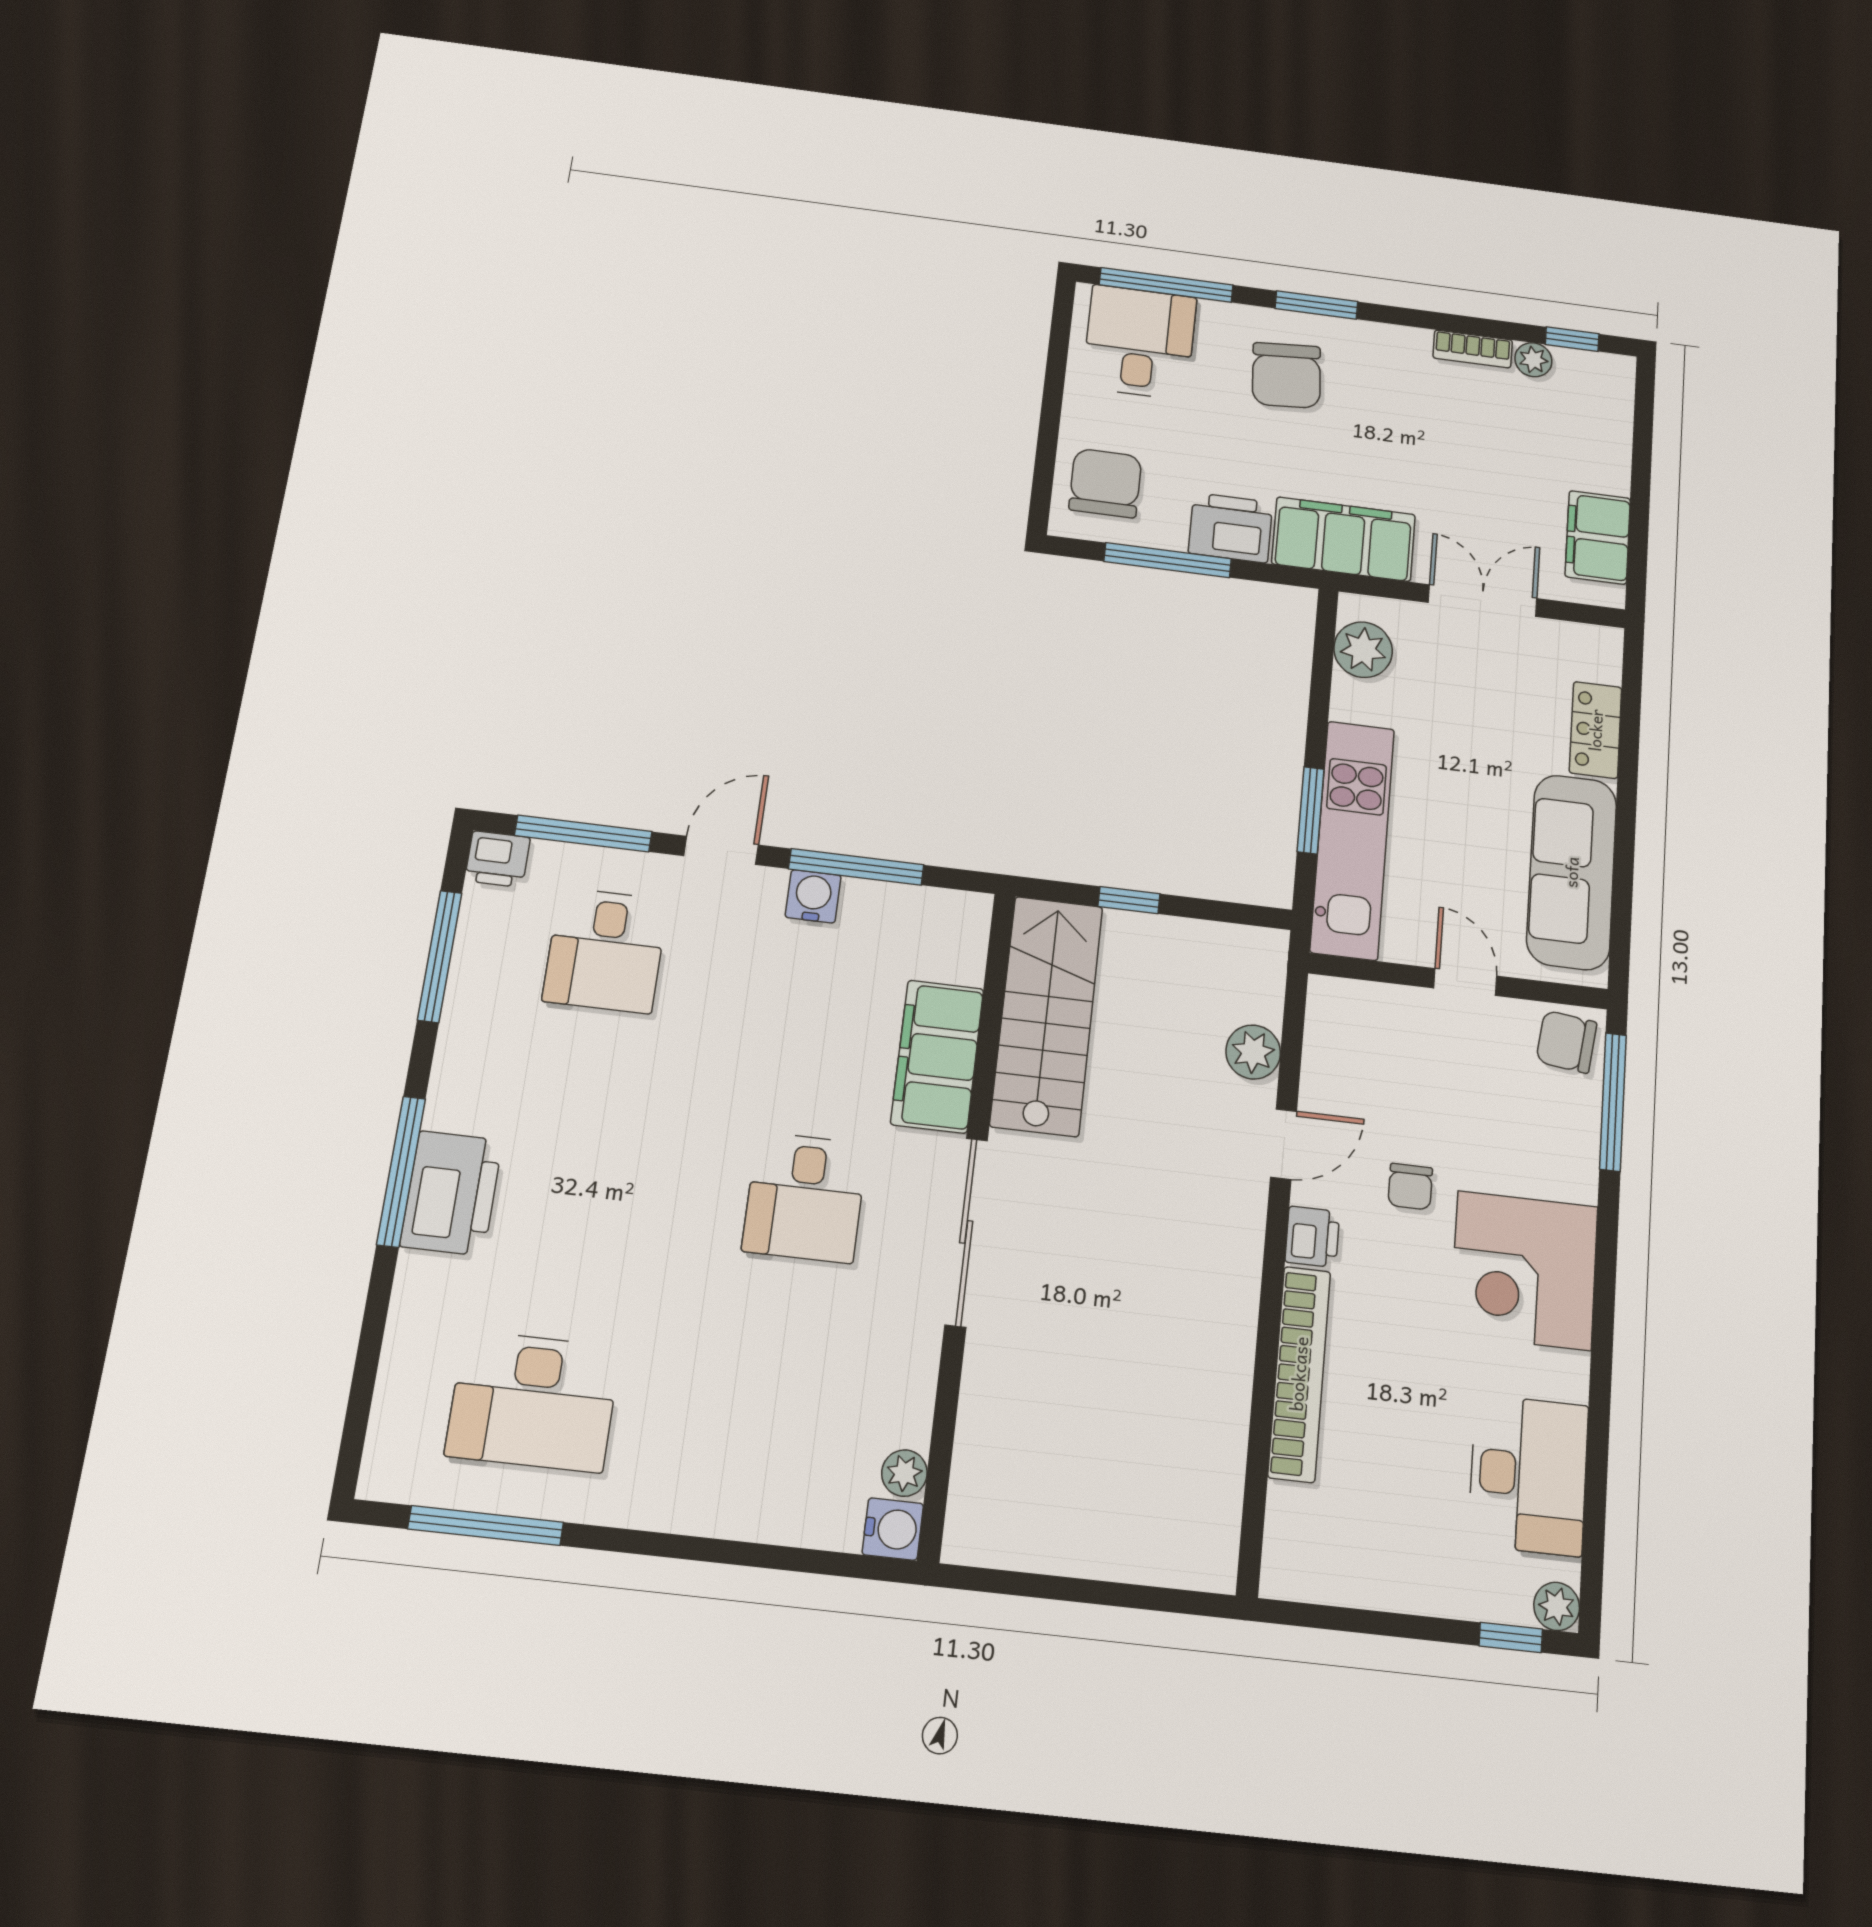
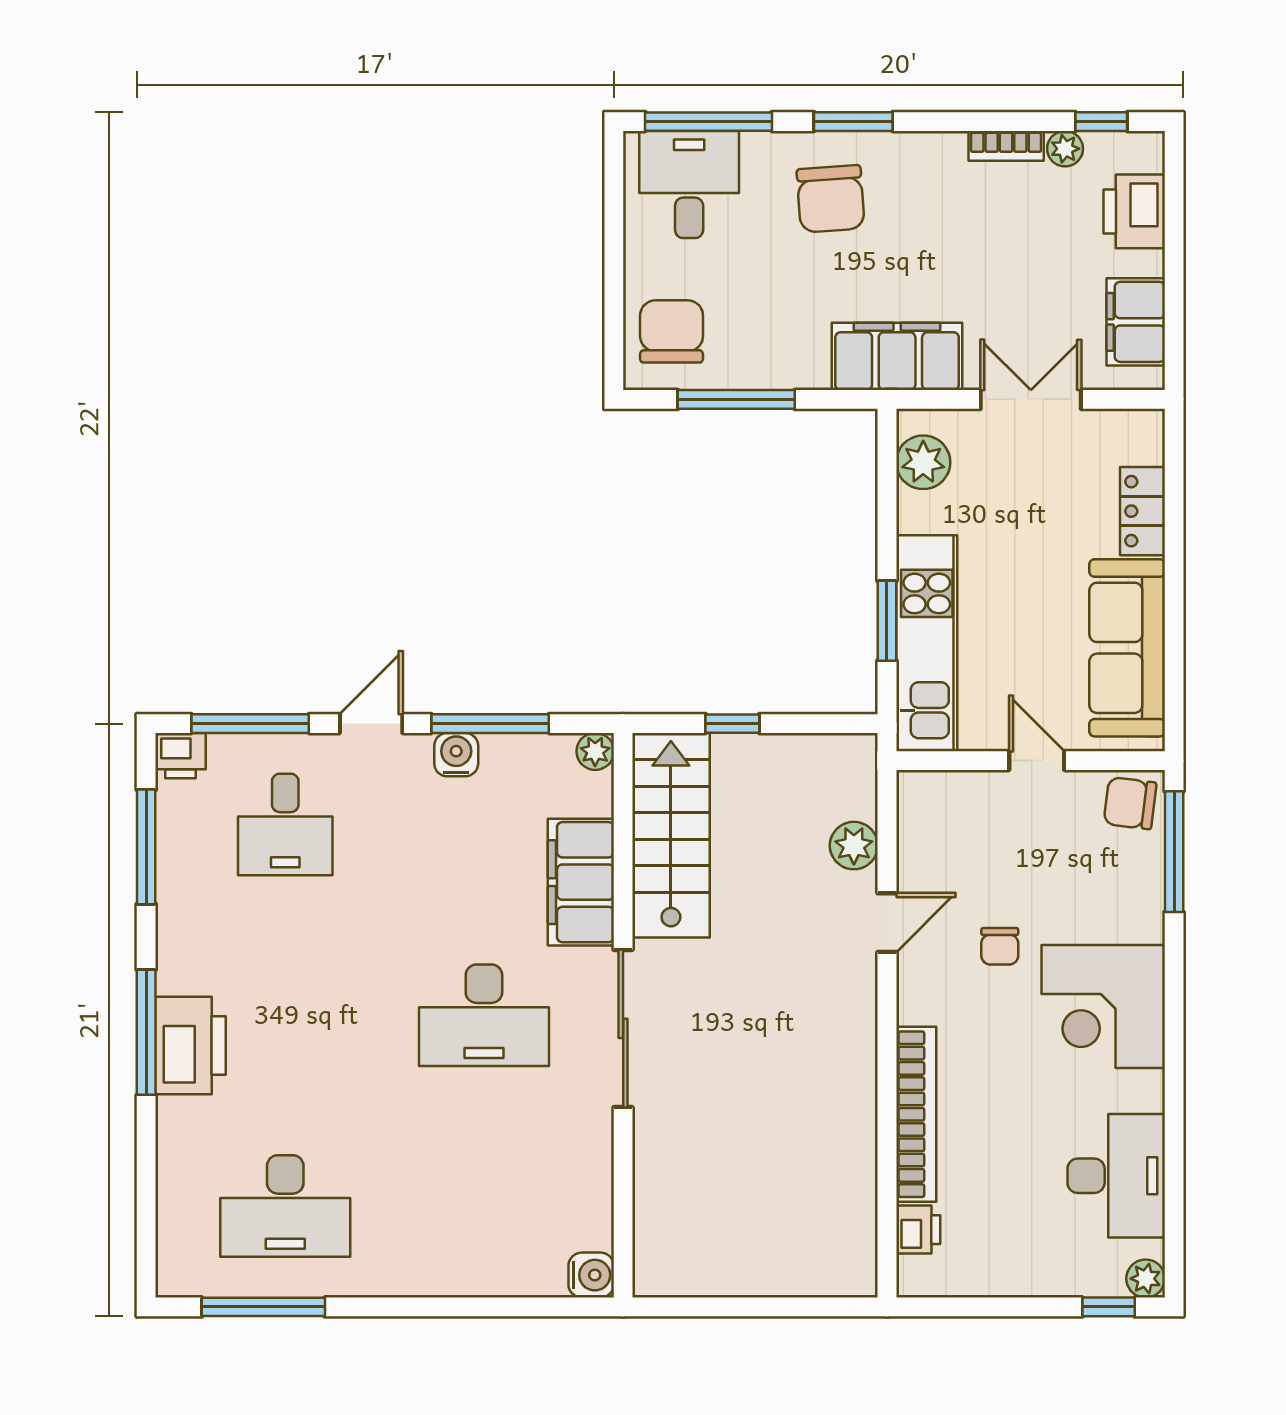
printer: (1230, 528) -> (1134, 211), moved, turned -90
desk: (805, 1197) -> (484, 1015), width x1.37
printer: (1312, 1237) -> (918, 1230), moved
plant: (904, 1473) -> (595, 751), moved

